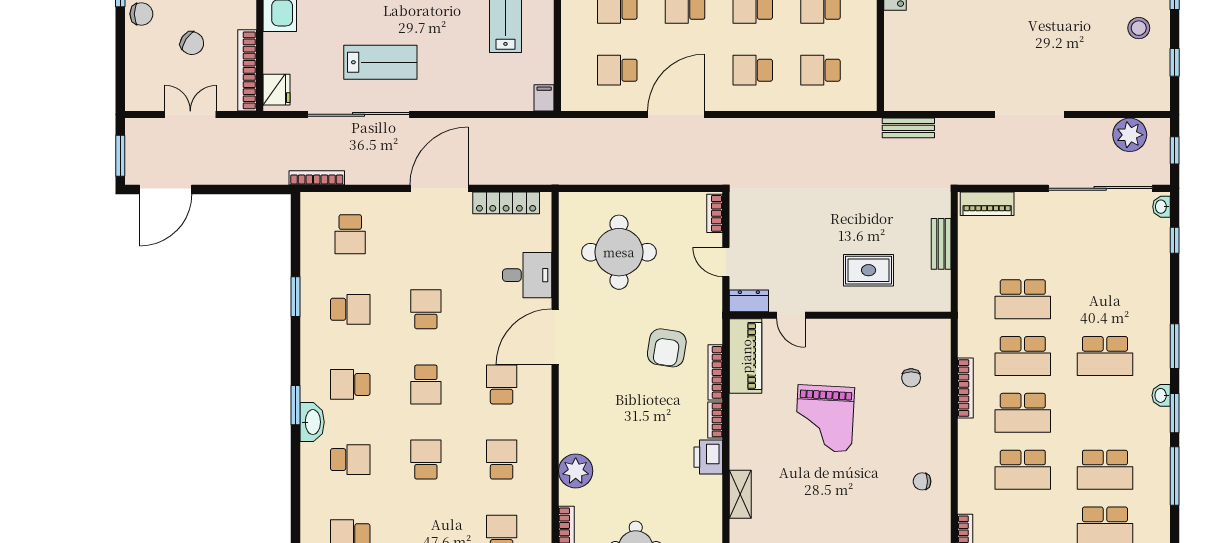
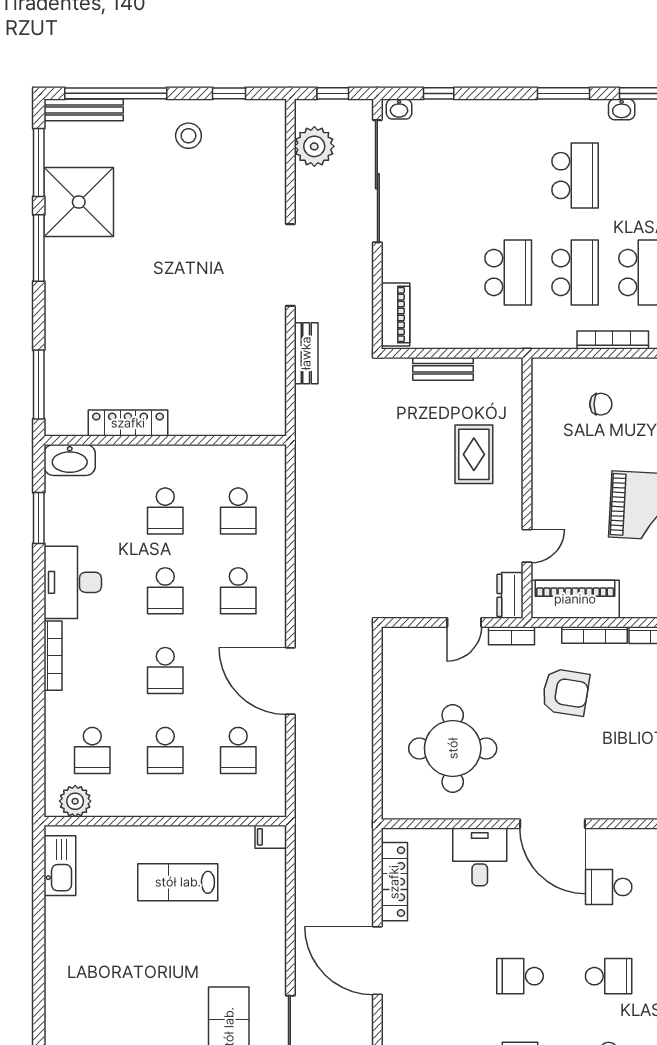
bench: (908, 128) -> (306, 353), moved
bookcase: (715, 213) -> (512, 636), moved

